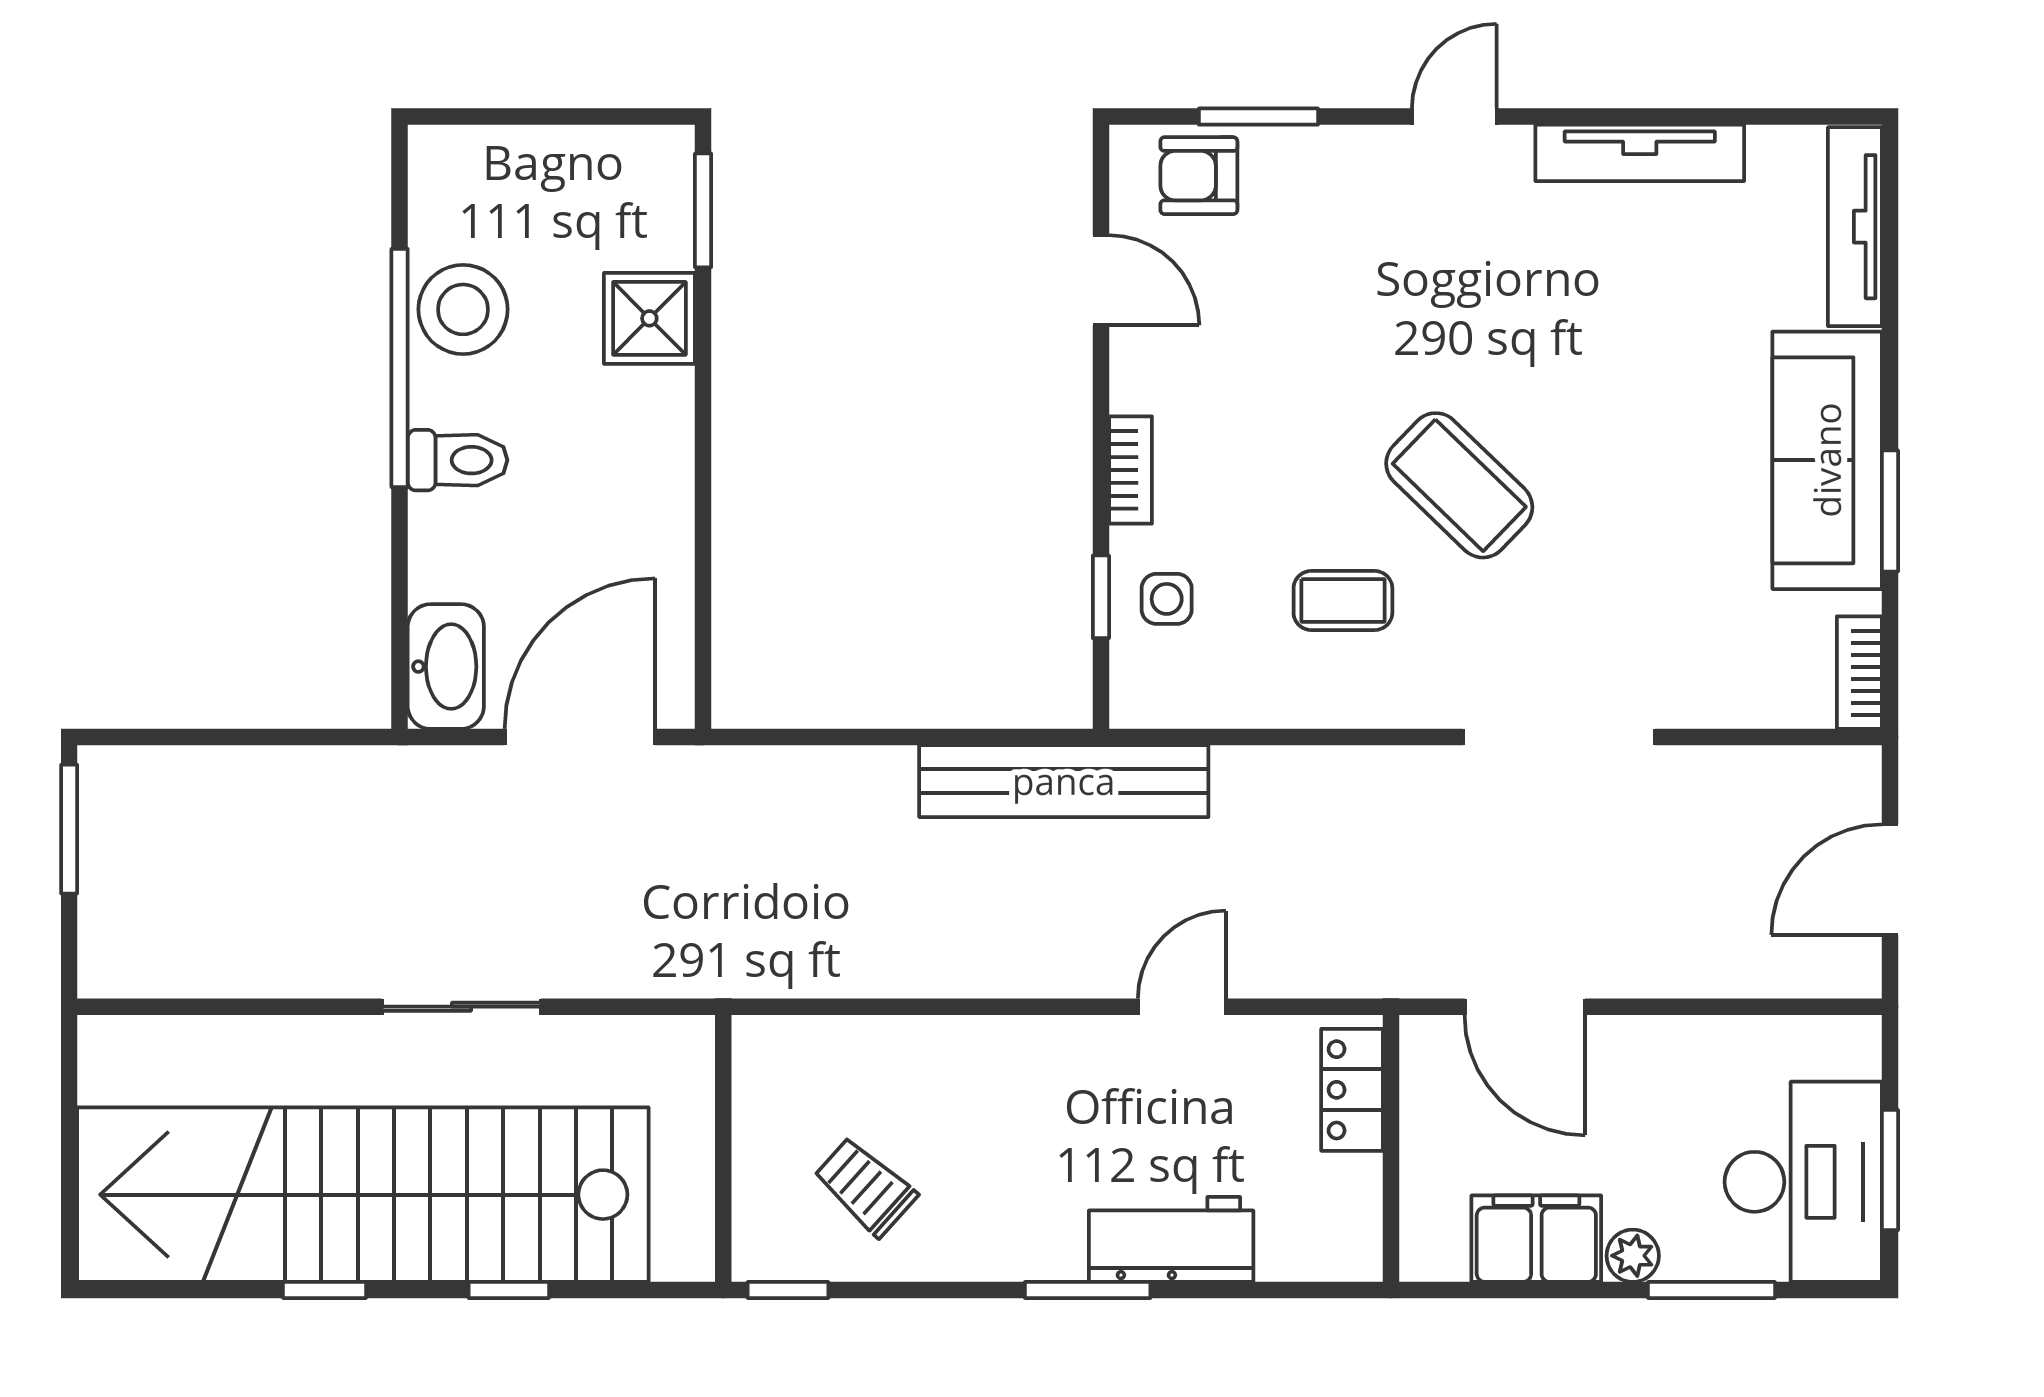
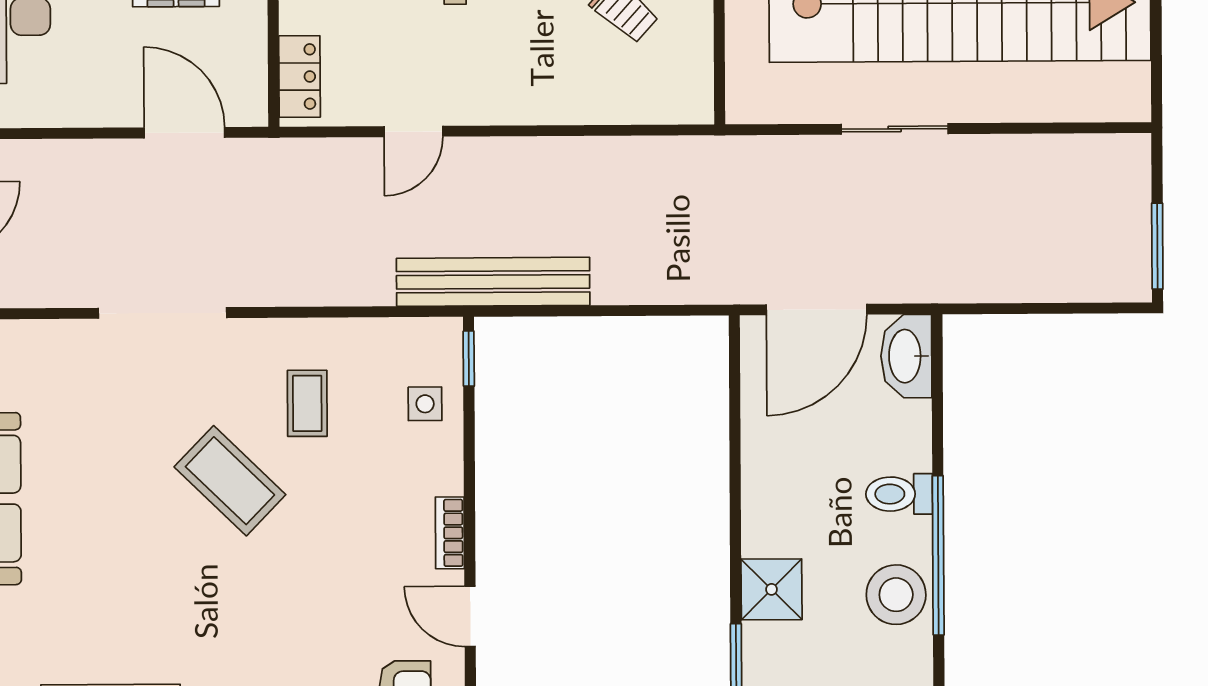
bookcase: (1131, 470) -> (450, 533), moved
window: (1101, 597) -> (469, 359), moved
coffee table: (1343, 601) -> (307, 403), turned 90

